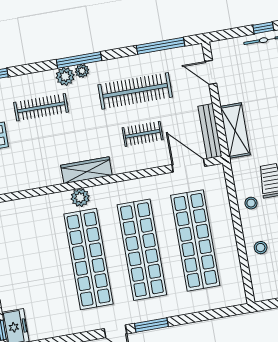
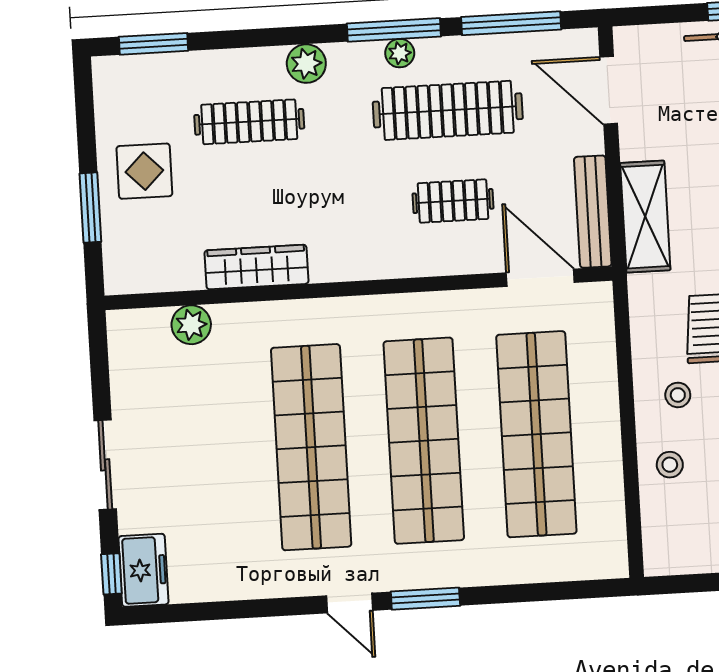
window: (79, 60) -> (394, 30), moved
plant: (82, 71) -> (400, 53), moved
door: (211, 72) -> (609, 90), width x1.38
wardrobe: (86, 170) -> (257, 267), moved
plant: (80, 198) -> (191, 325), moved
stool: (251, 203) -> (678, 395), moved

